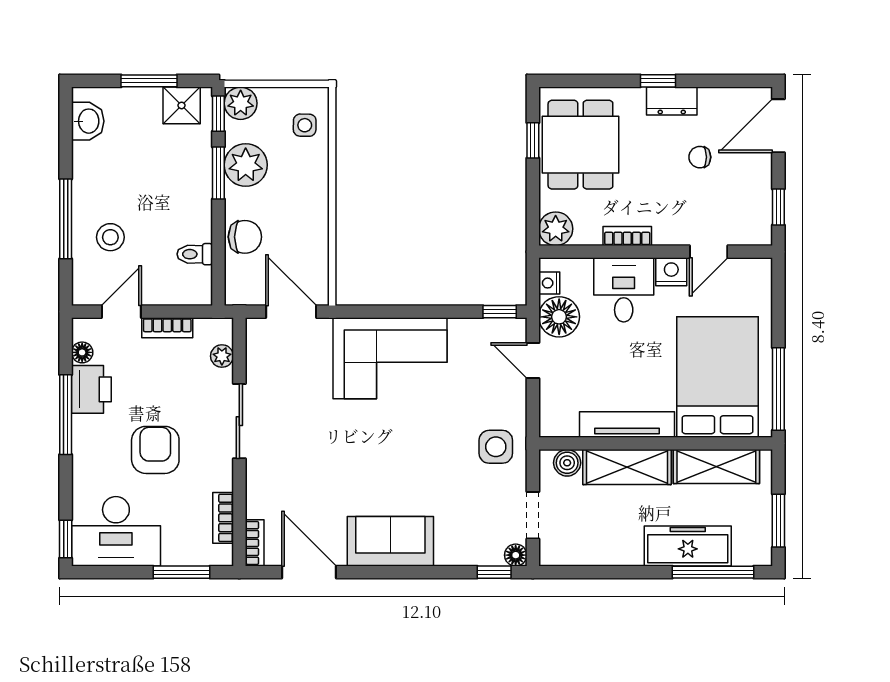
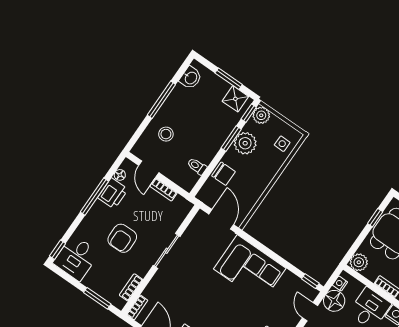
window: (66, 219) -> (161, 100), moved
door: (121, 312) -> (149, 169), swing flipped
plant: (222, 356) -> (178, 218), removed
armchair: (155, 450) -> (122, 238), turned 180
desk: (116, 531) -> (76, 258), width x0.73

